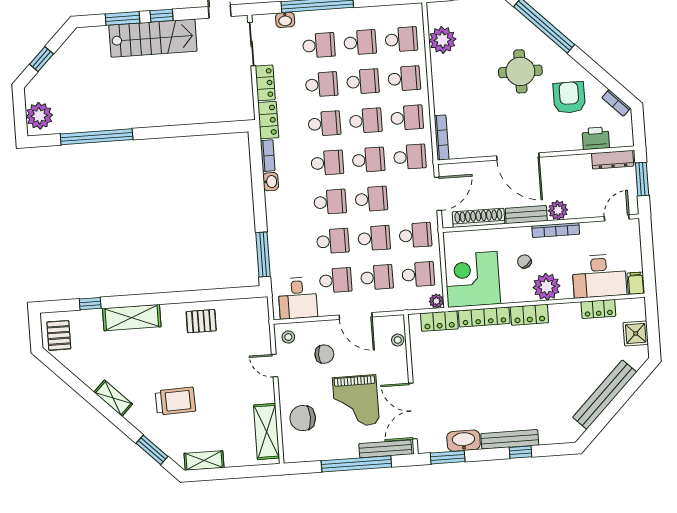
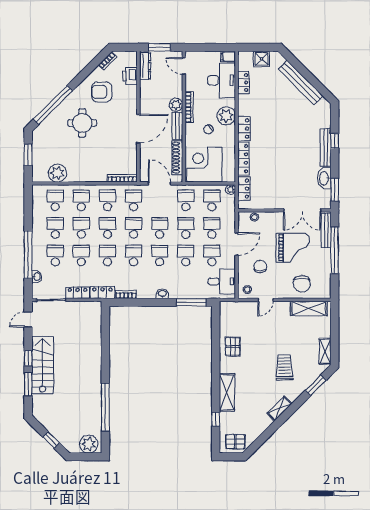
washbasin: (271, 182) -> (162, 294), moved
corner desk: (472, 279) -> (204, 165), moved, turned 90

